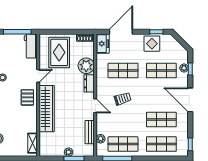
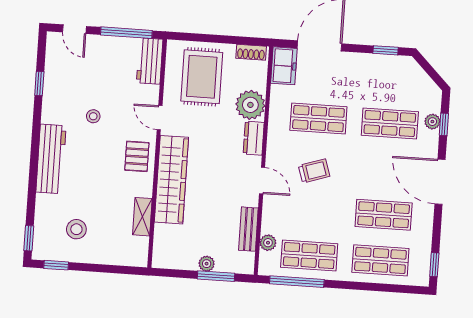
display table: (152, 44) -> (376, 72), removed
door: (38, 76) -> (160, 118), swing flipped
shelving: (32, 143) -> (142, 217), moved

